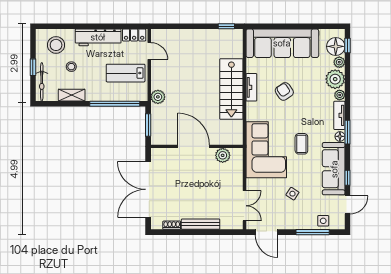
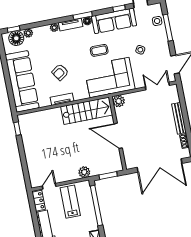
lab bench: (126, 73) -> (70, 202), turned 180
plant: (335, 79) -> (42, 34), removed
stairs: (231, 89) -> (87, 111), moved
door: (194, 146) -> (118, 136), hinge flipped
plant: (223, 155) -> (119, 101), moved

